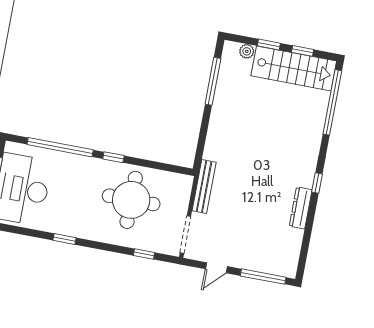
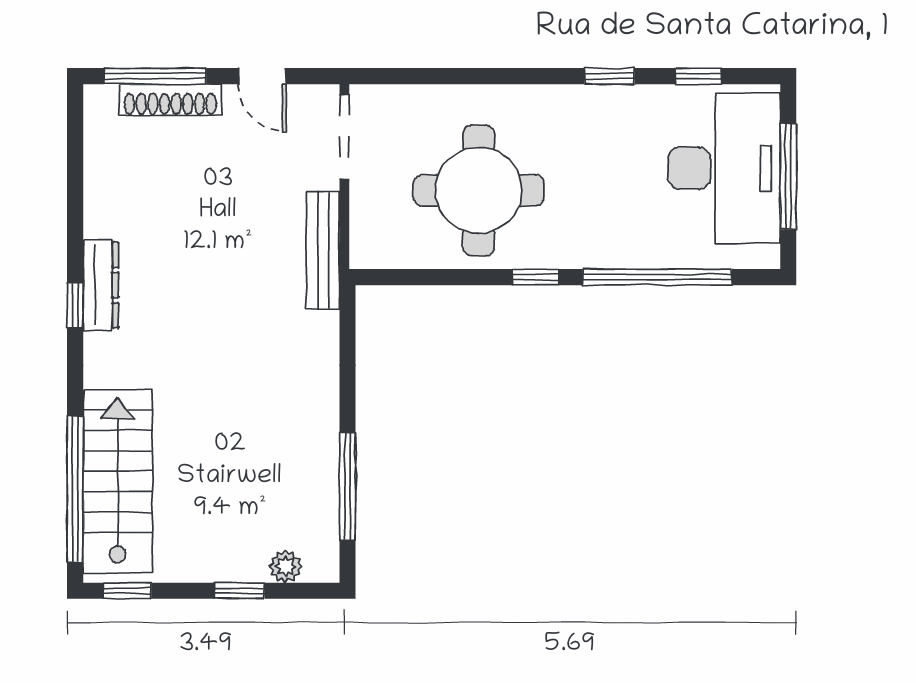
window: (303, 51) -> (127, 591), moved
stairs: (294, 68) -> (118, 481), moved, turned 90
dresser: (301, 208) -> (101, 285), moved
window: (144, 254) -> (699, 76), moved
shoe rack: (258, 265) -> (170, 100), added
door: (216, 268) -> (262, 76), swing flipped

